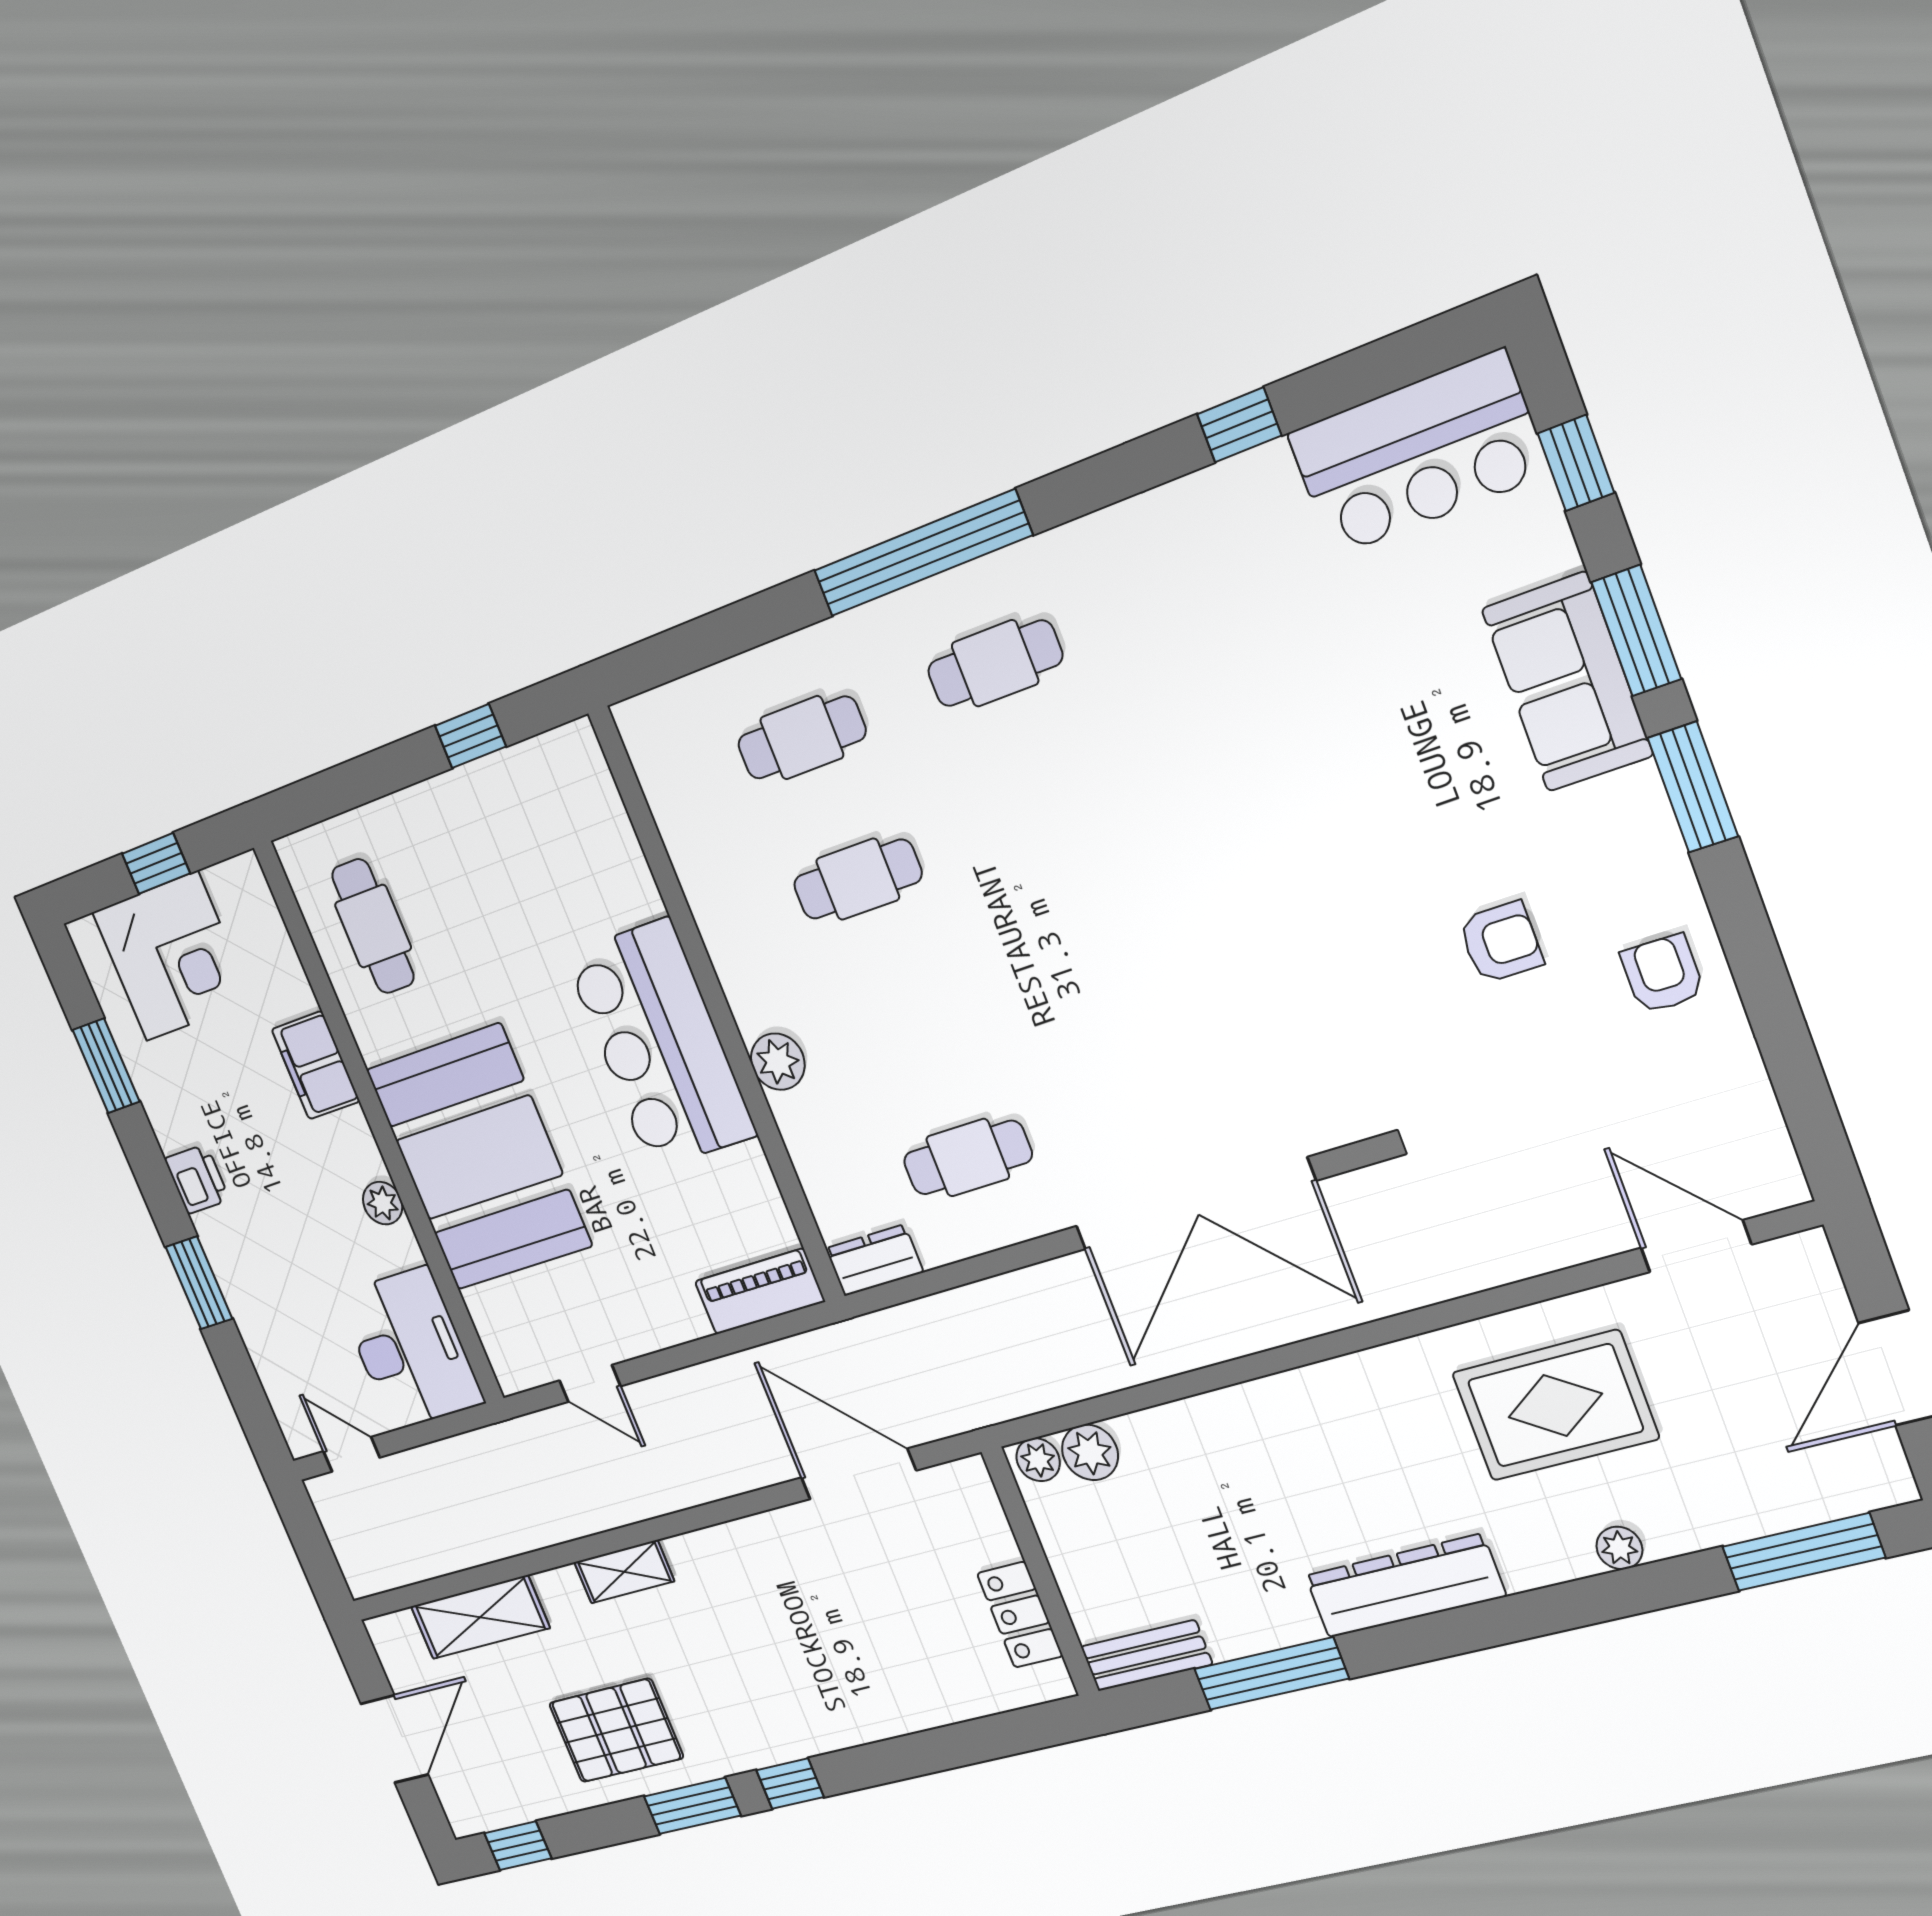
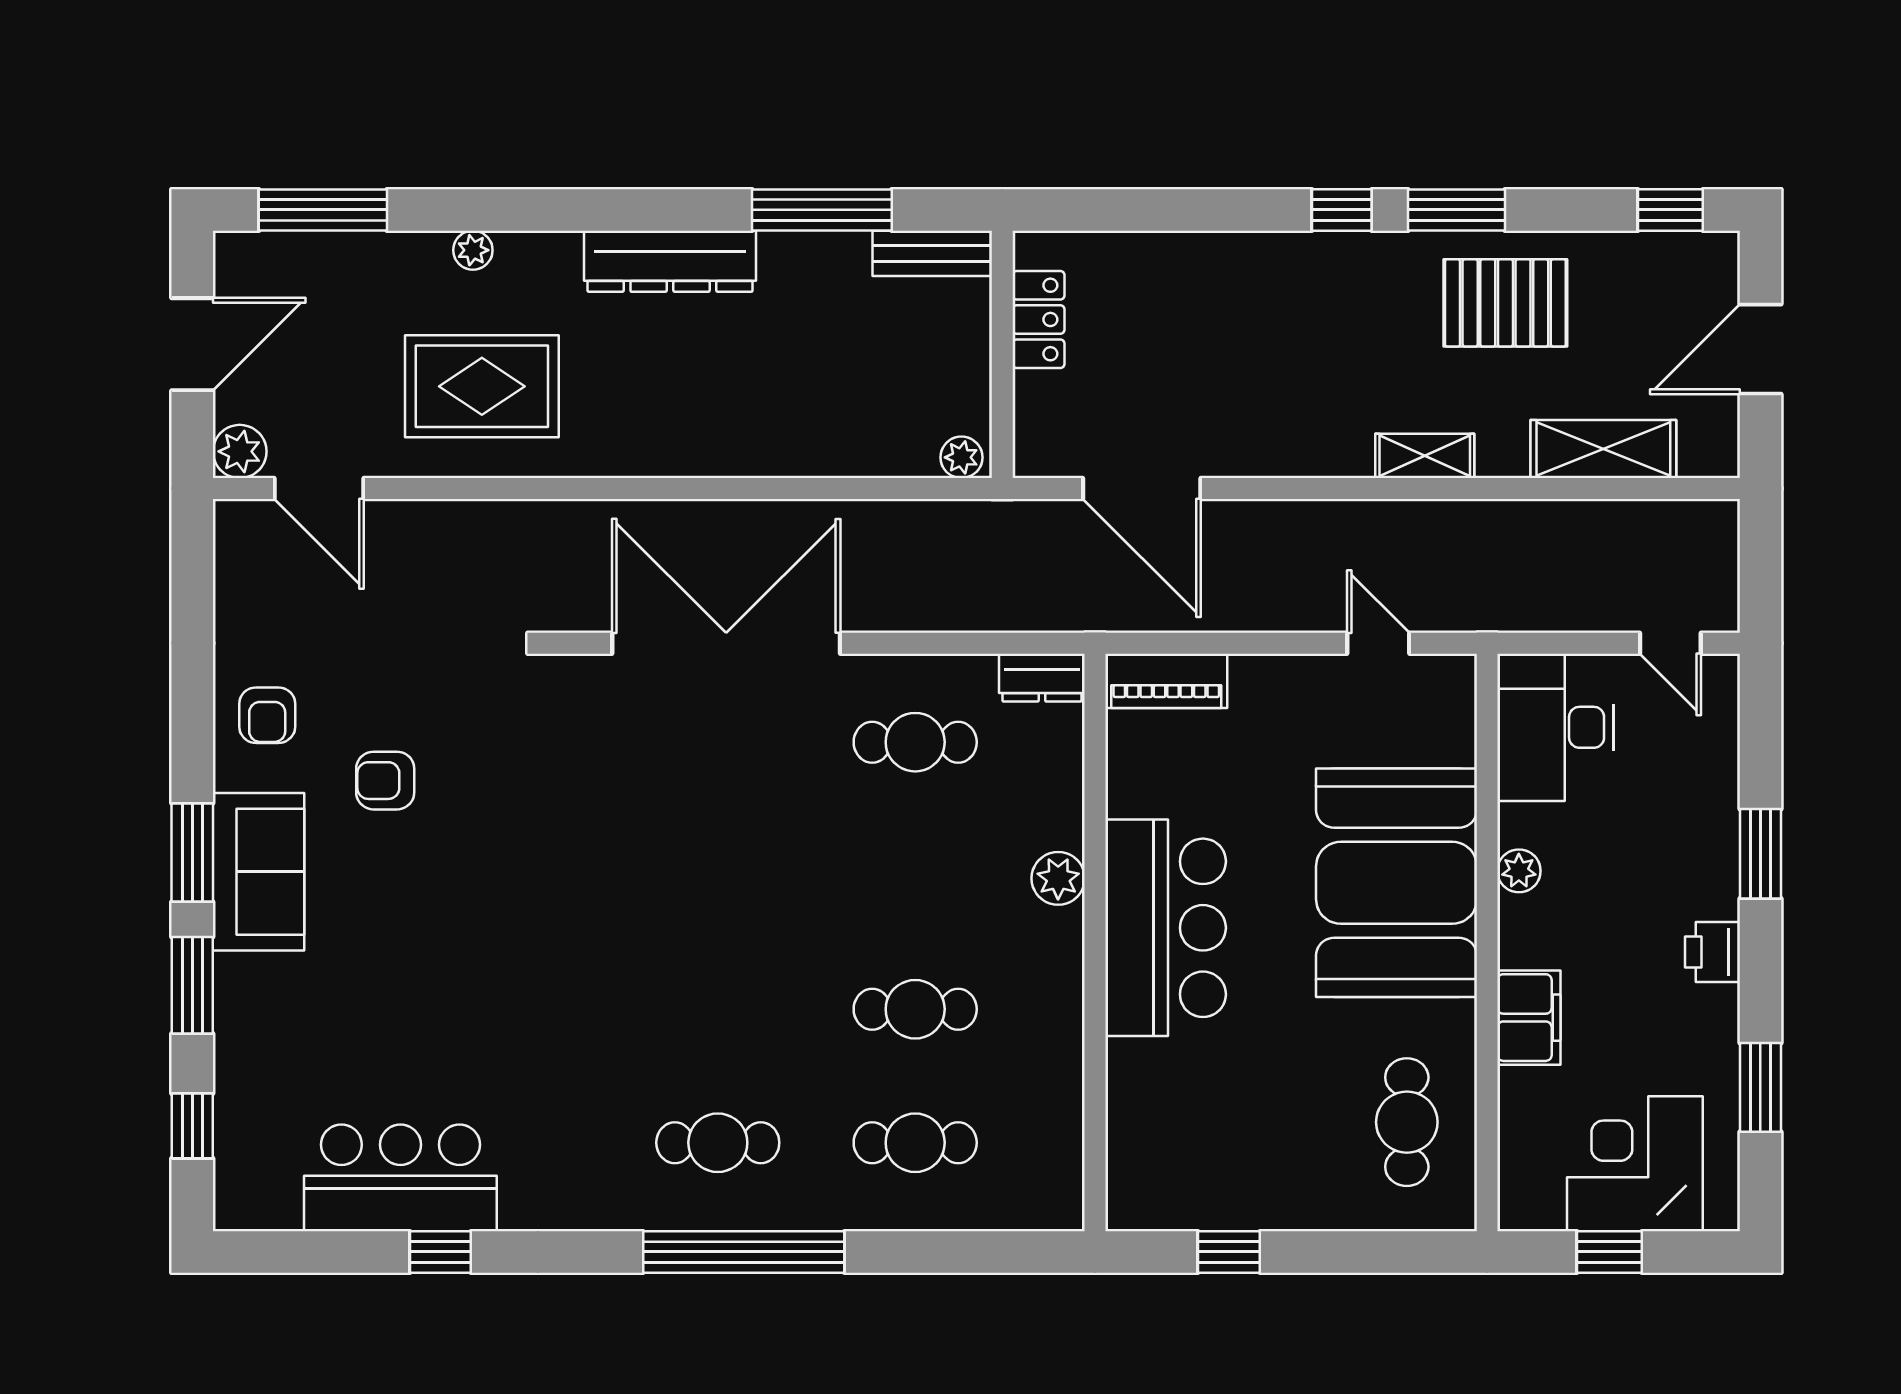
bar counter: (1418, 453) -> (400, 1178), moved
sofa: (1567, 682) -> (259, 872), moved
plant: (1090, 1452) -> (240, 451), moved

